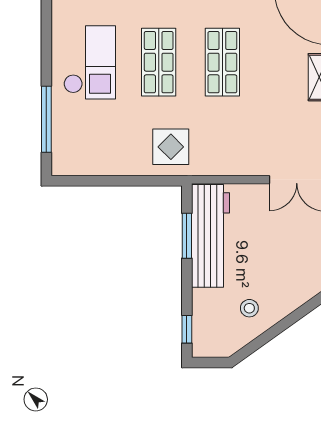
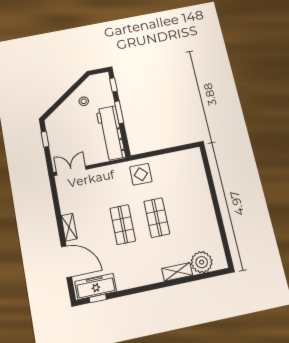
checkout: (90, 62) -> (193, 210), removed
window: (46, 119) -> (209, 175), removed
window: (187, 236) -> (119, 112), moved

